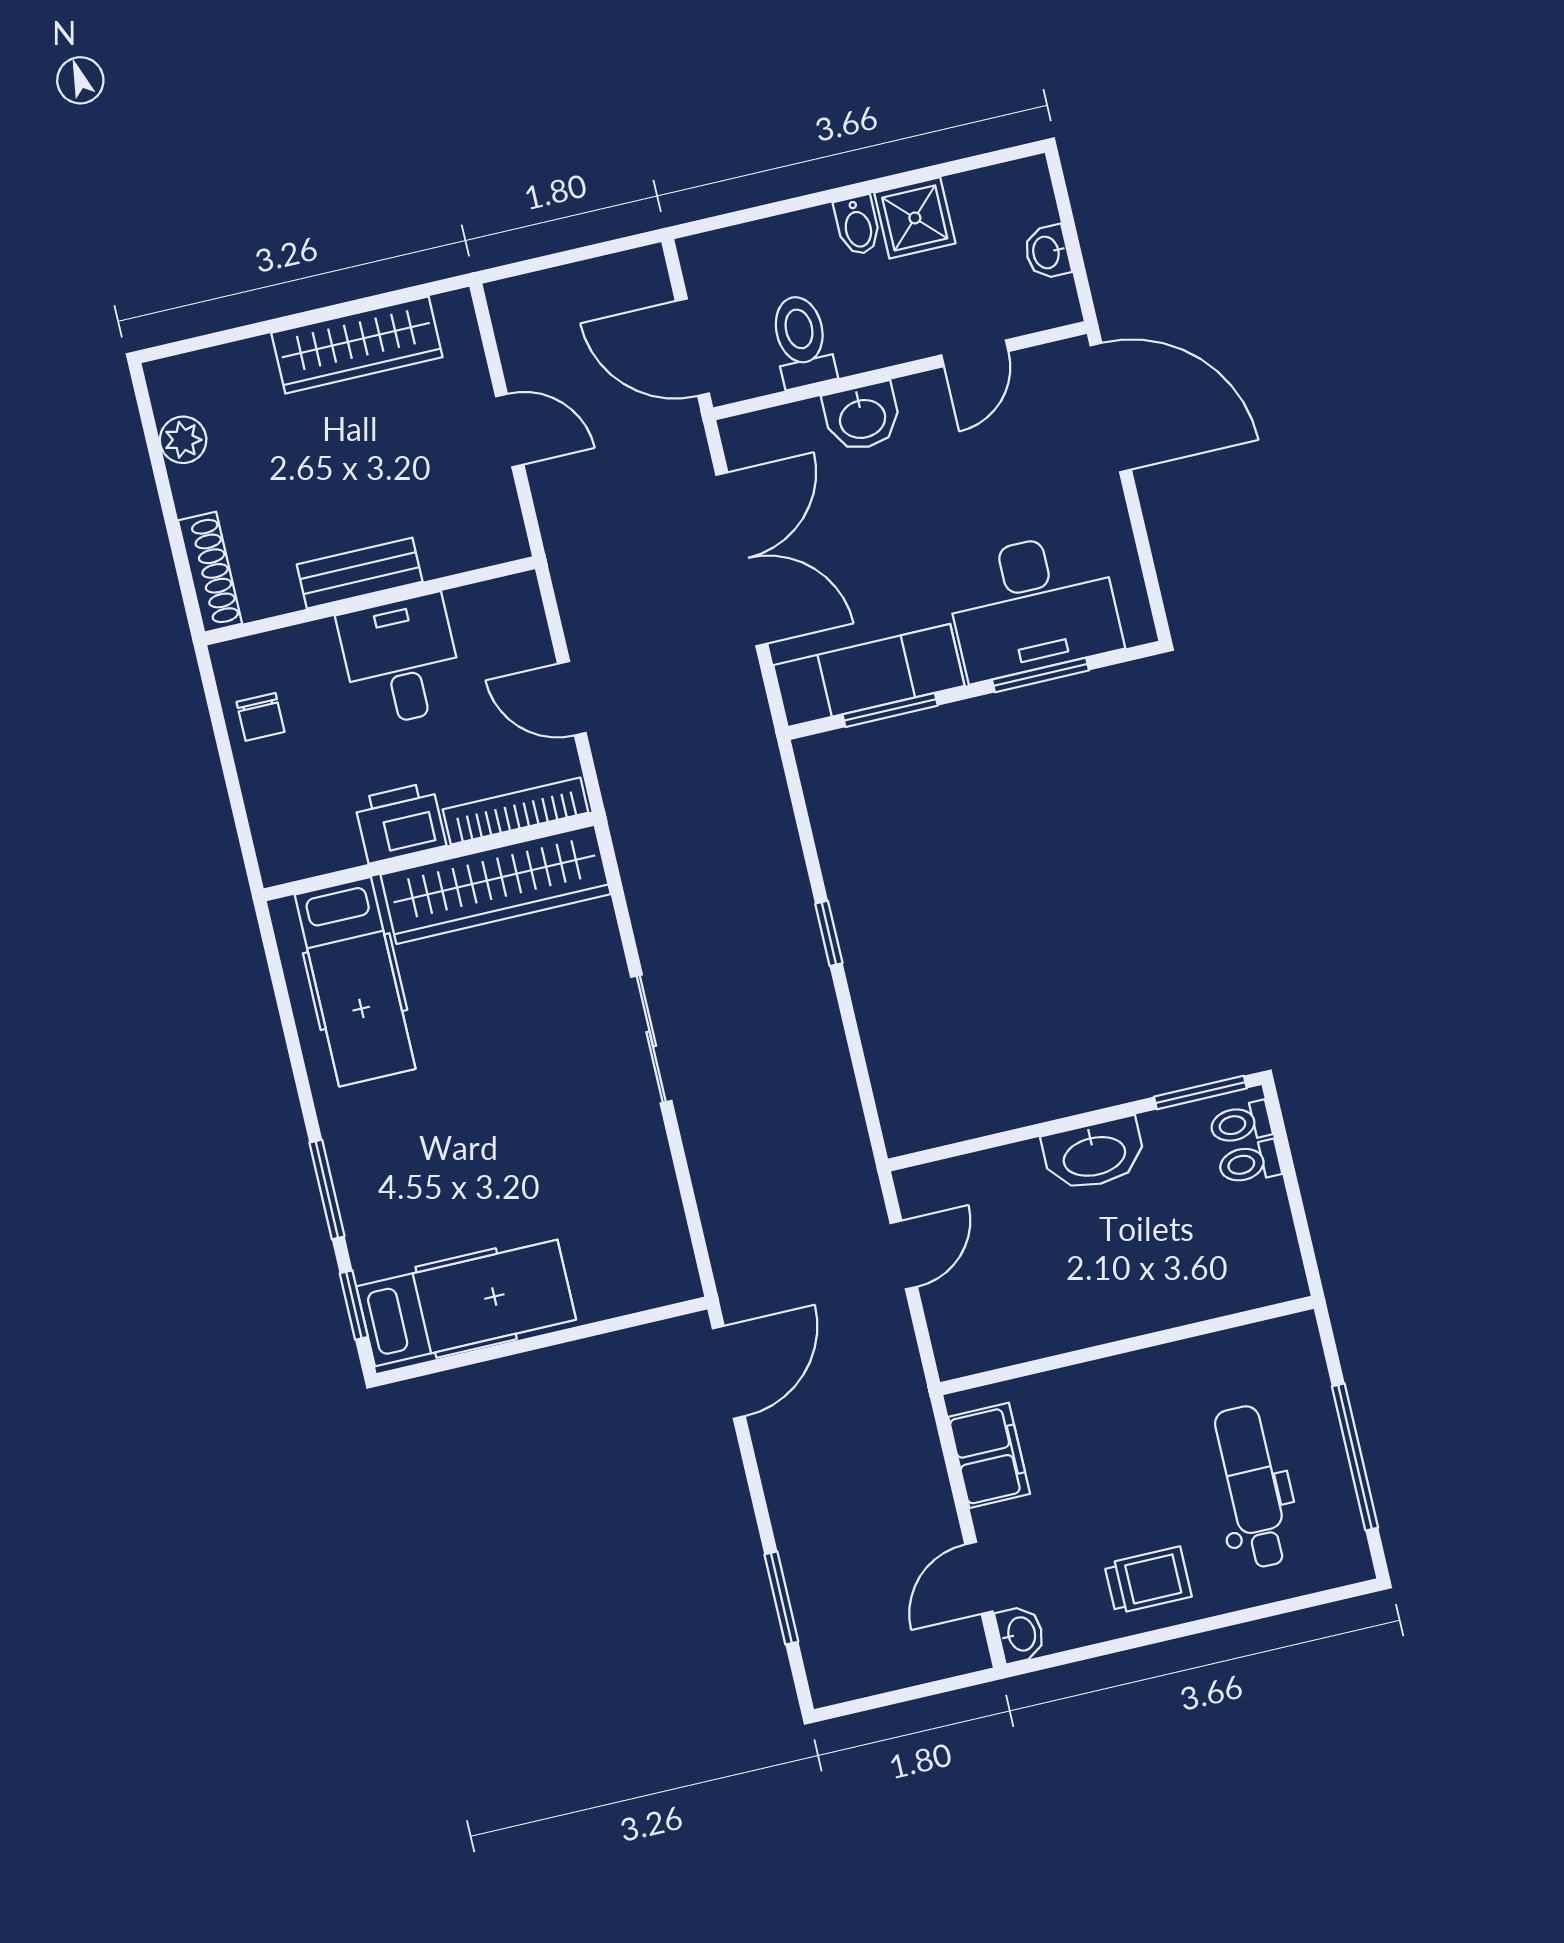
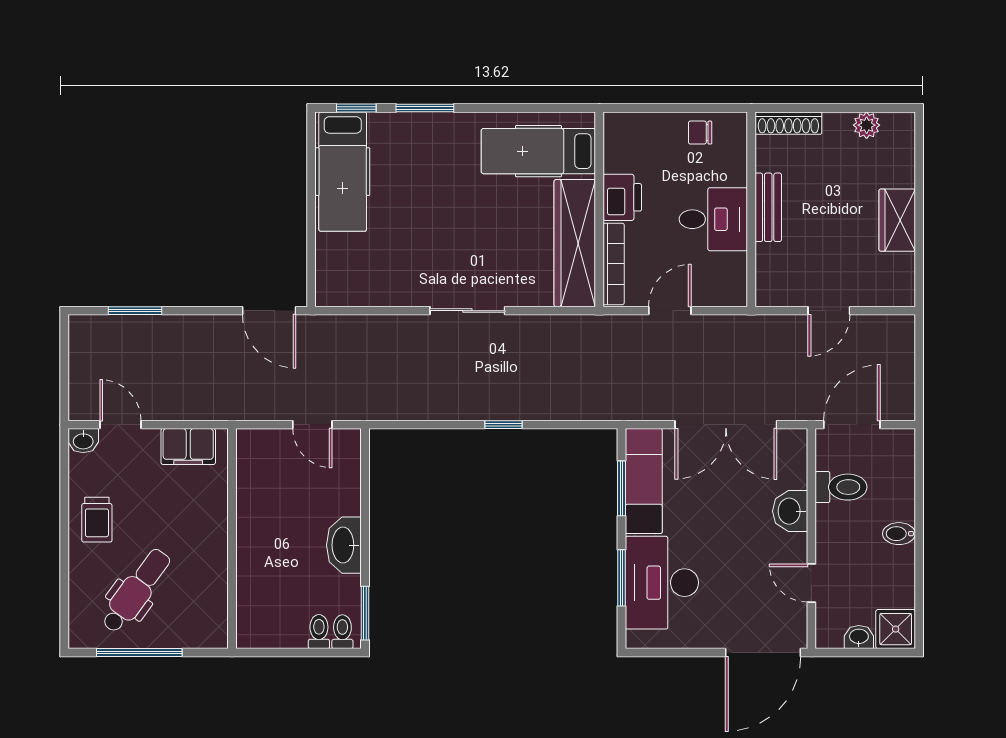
shower: (915, 218) -> (896, 629), moved
wardrobe: (357, 345) -> (897, 220), width x0.67
dental chair: (1252, 1487) -> (136, 591), turned -54

